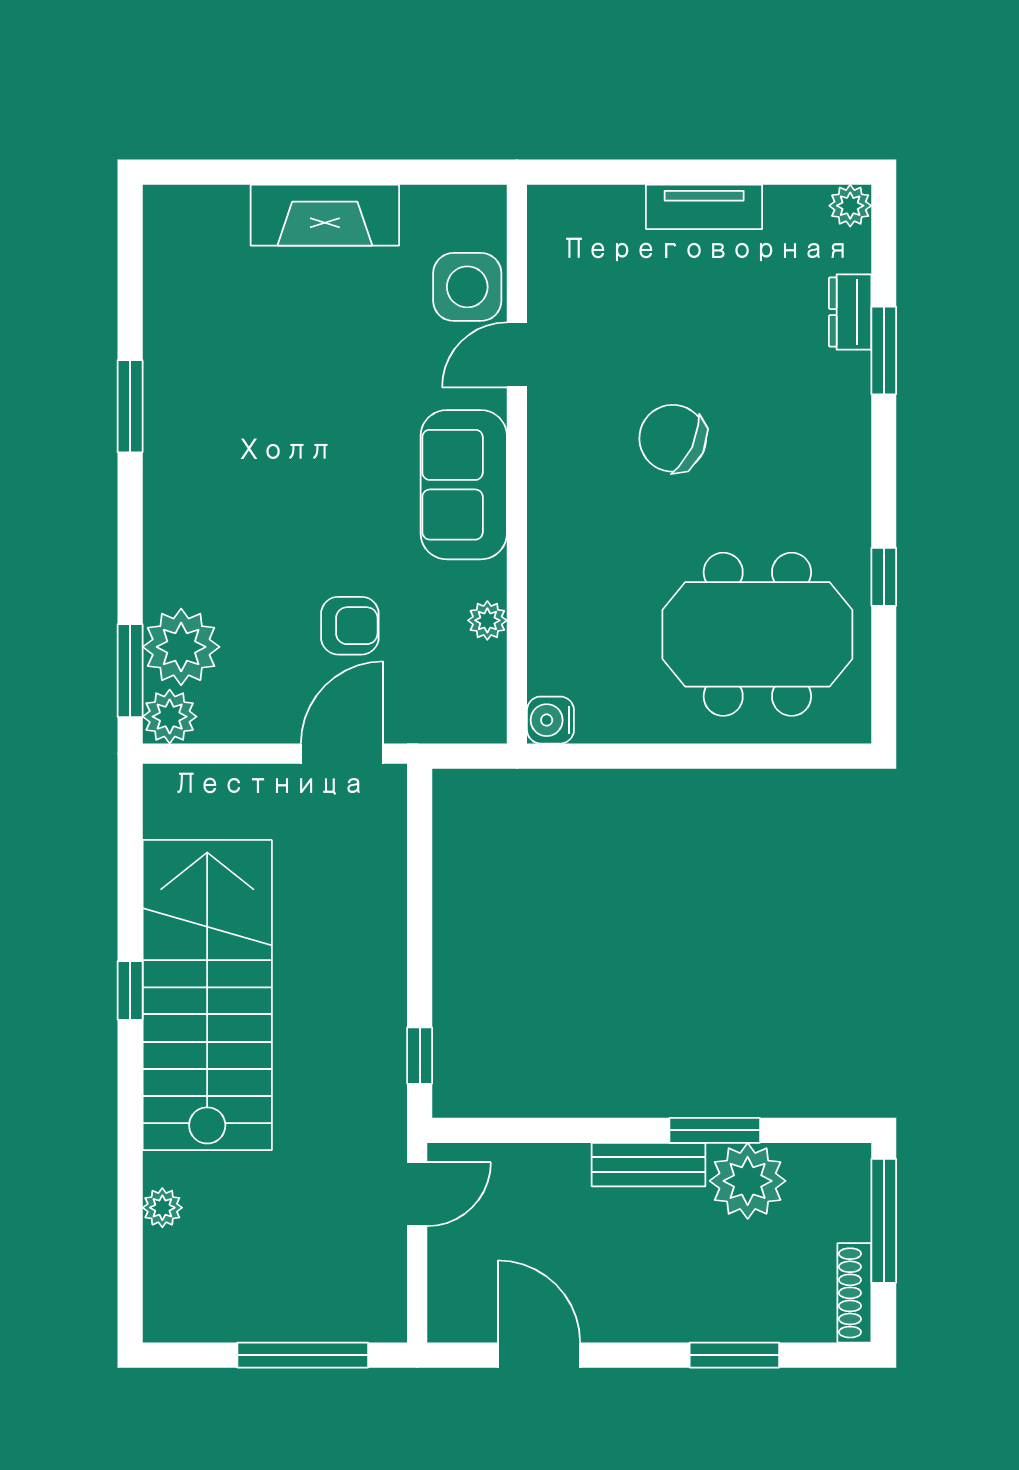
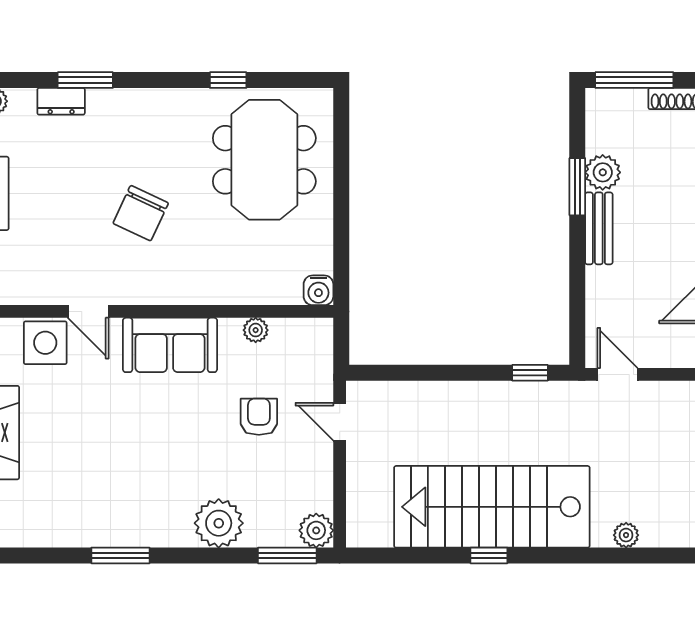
plant: (181, 647) -> (219, 523), moved
door: (342, 754) -> (340, 422), width x0.73
plant: (748, 1181) -> (603, 172), width x0.73, depth x0.73

